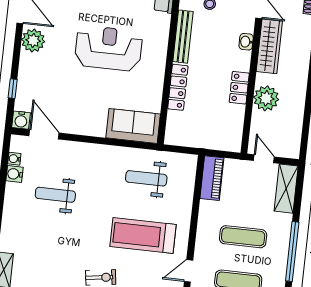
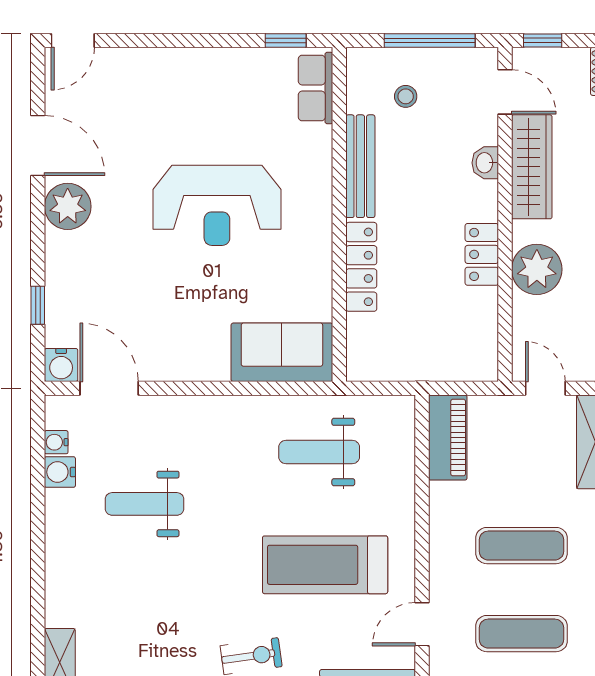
reception desk: (108, 48) -> (217, 205), turned 180

